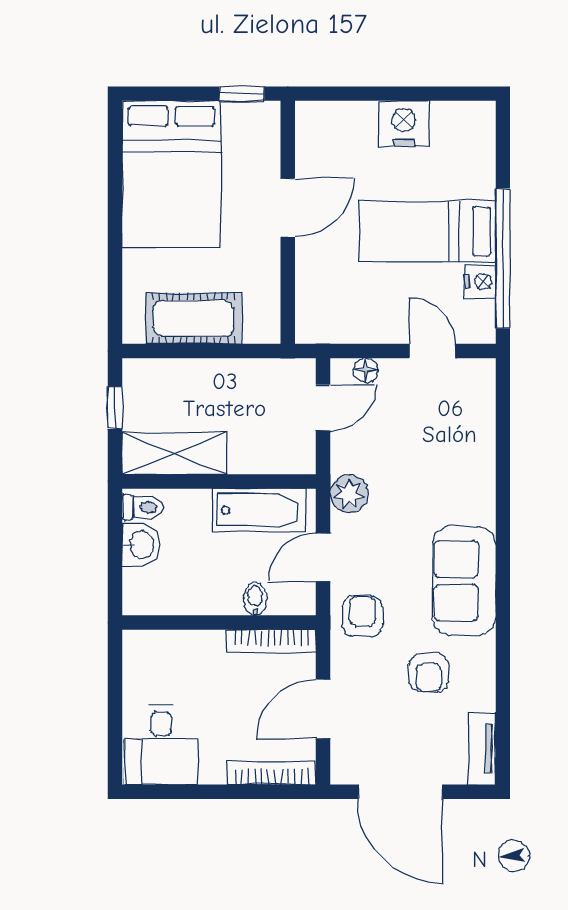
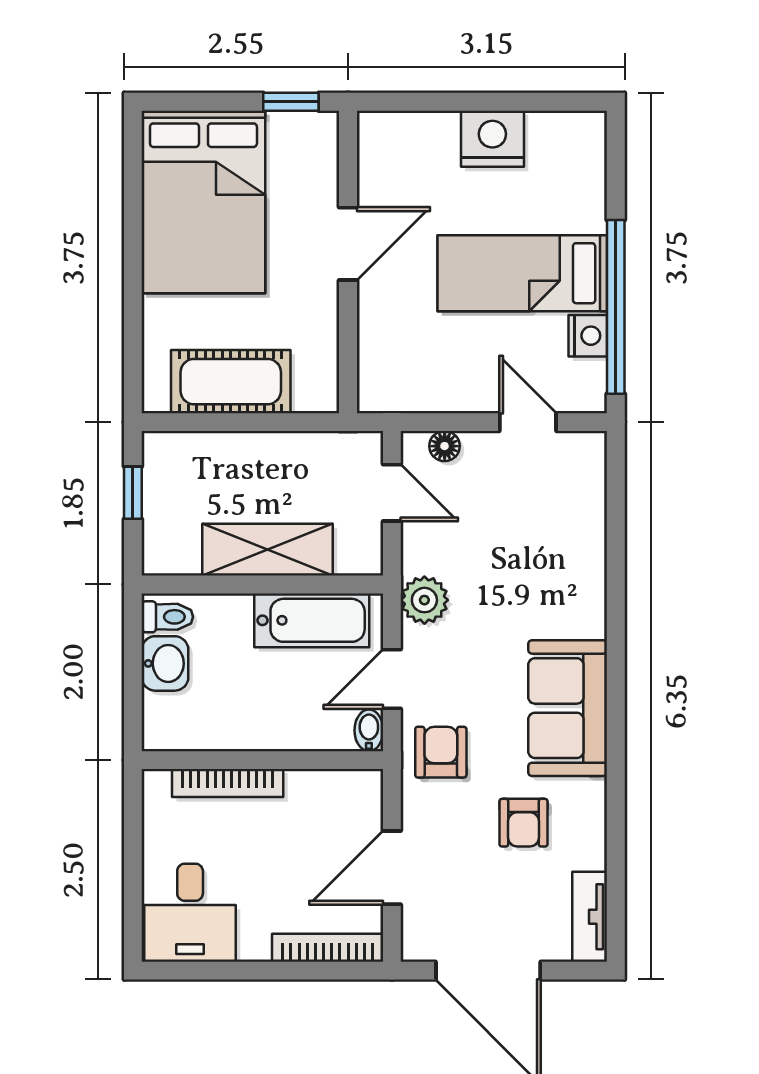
door: (323, 408) -> (392, 493), hinge flipped
shelving: (174, 453) -> (267, 550), moved
bidet: (255, 599) -> (369, 730), moved
bookcase: (271, 641) -> (228, 783), moved

